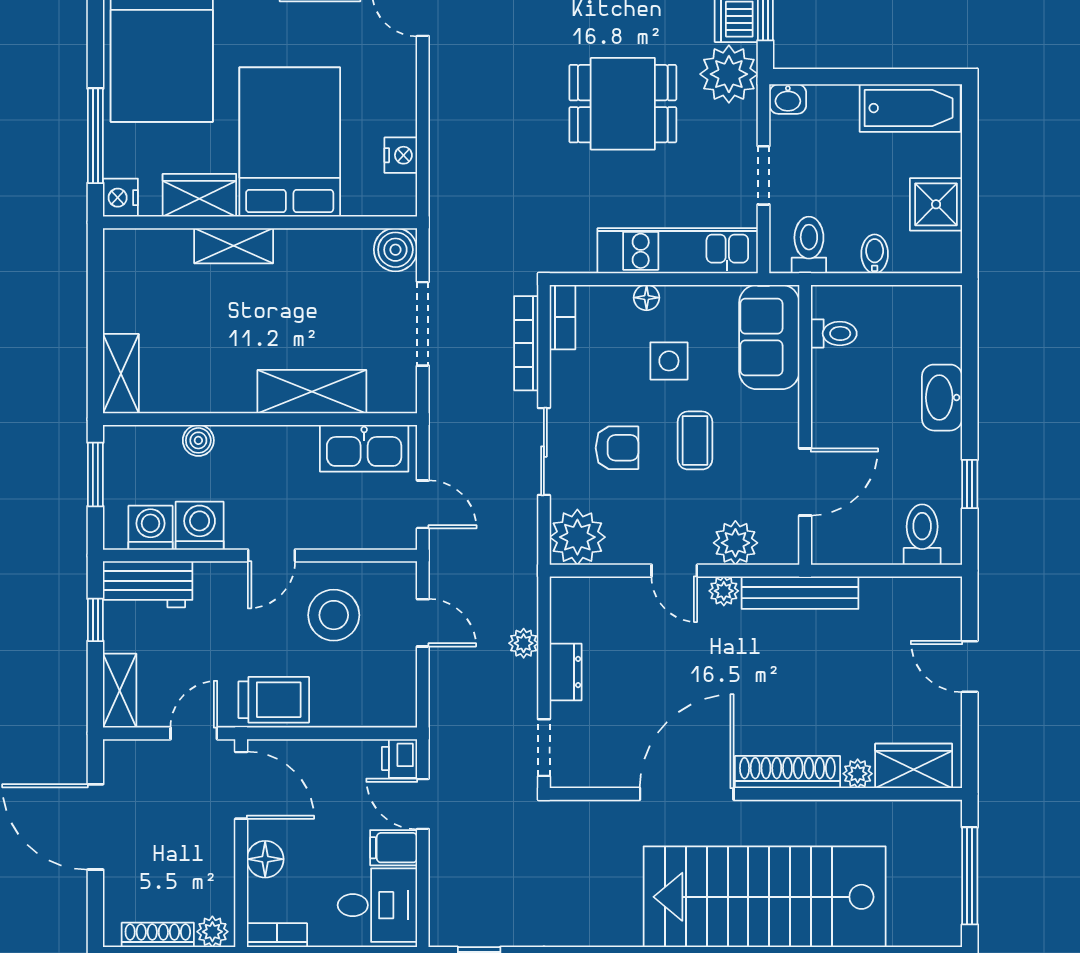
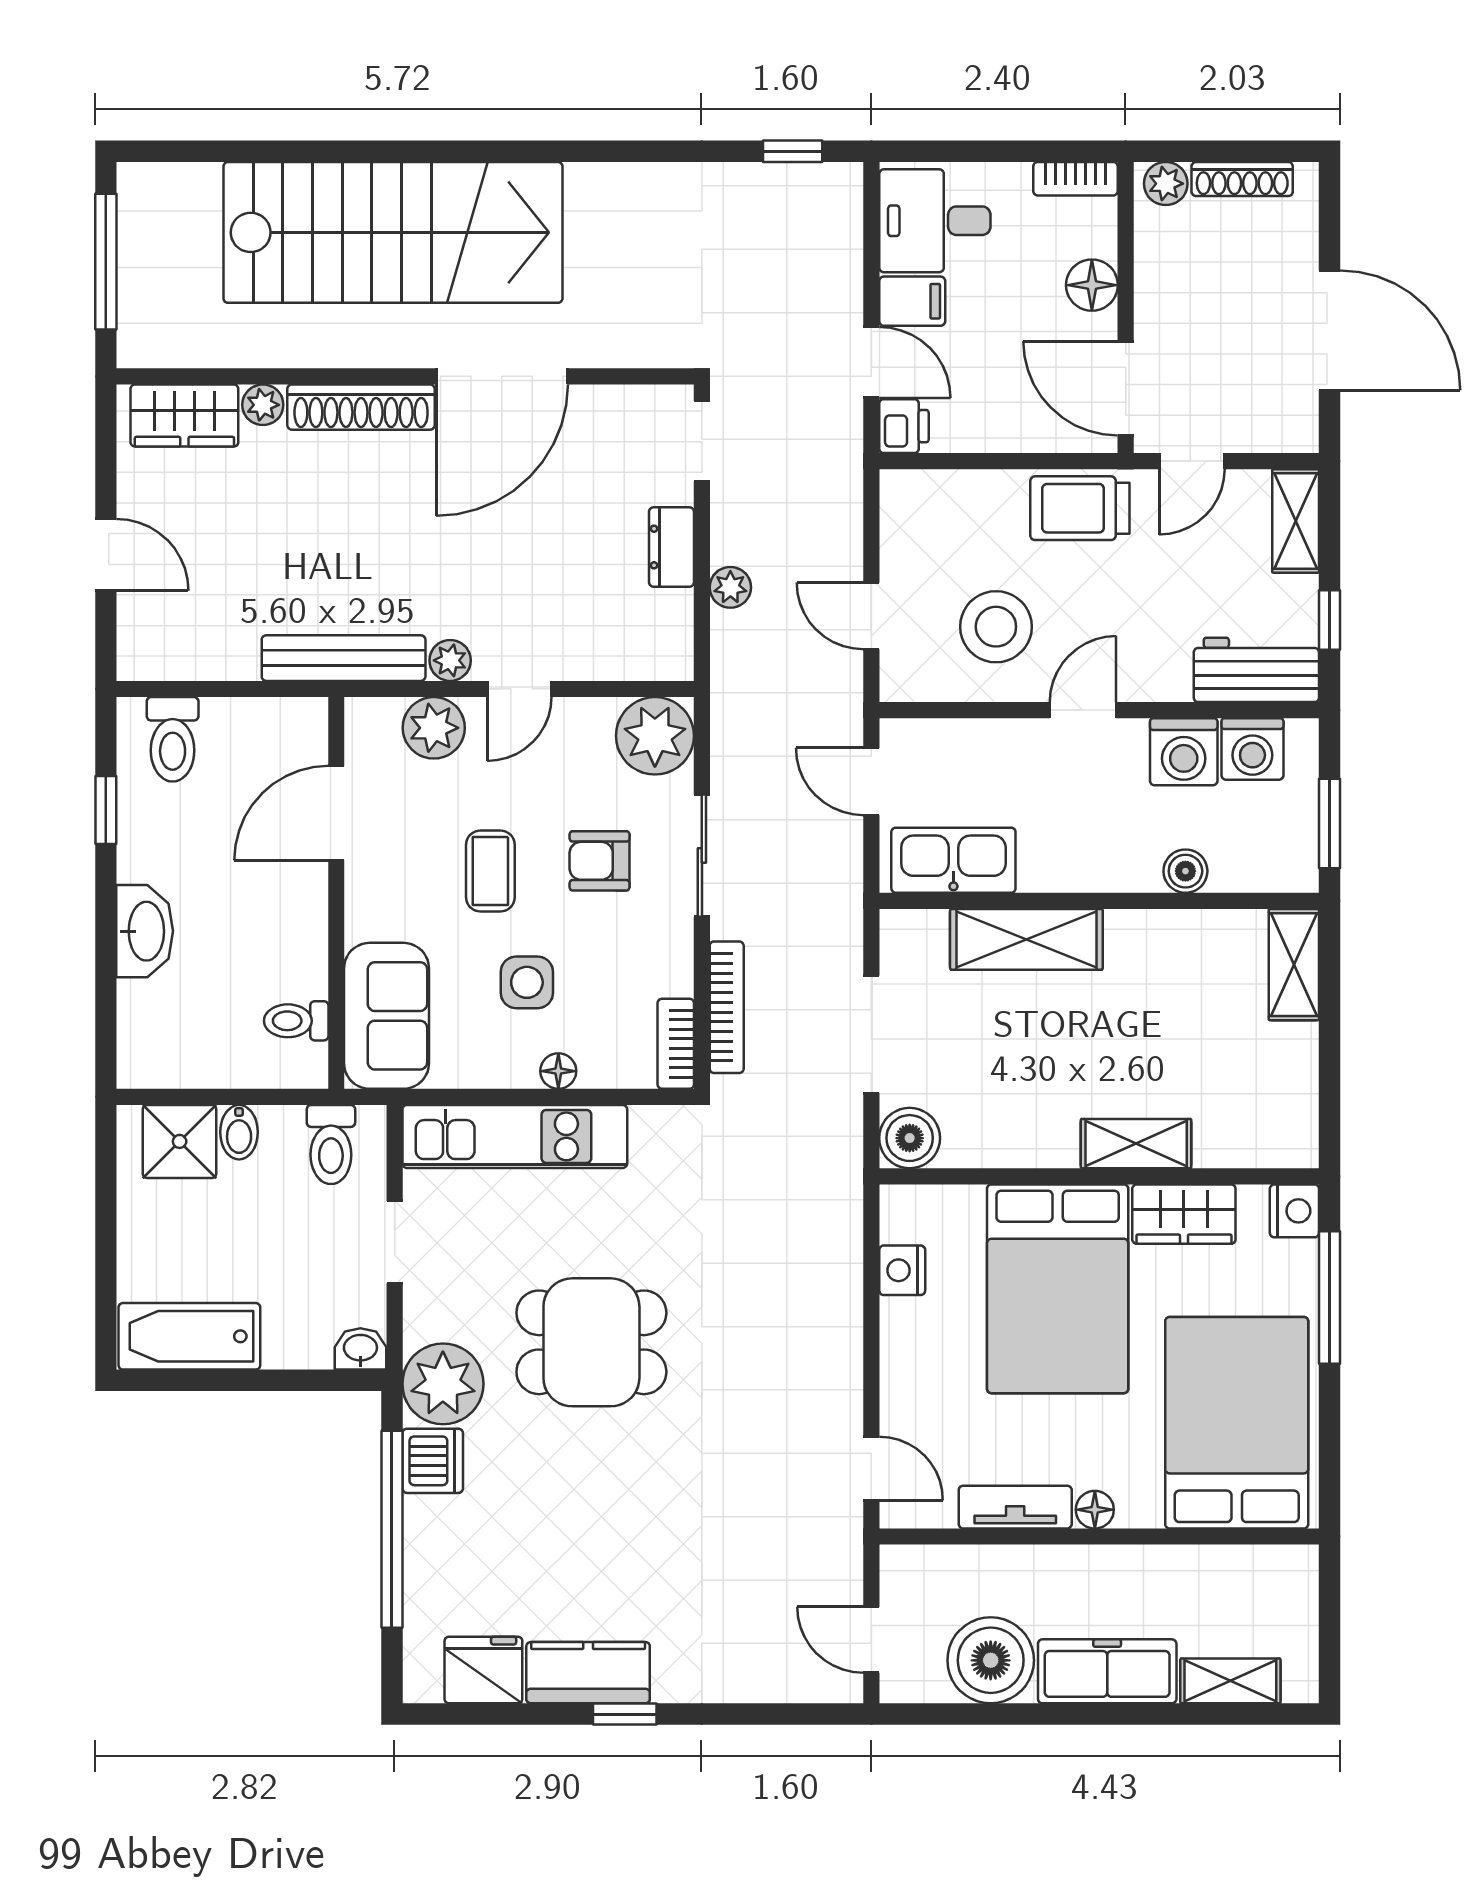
shower: (936, 204) -> (180, 1141), moved
door: (674, 571) -> (519, 689), swing flipped

